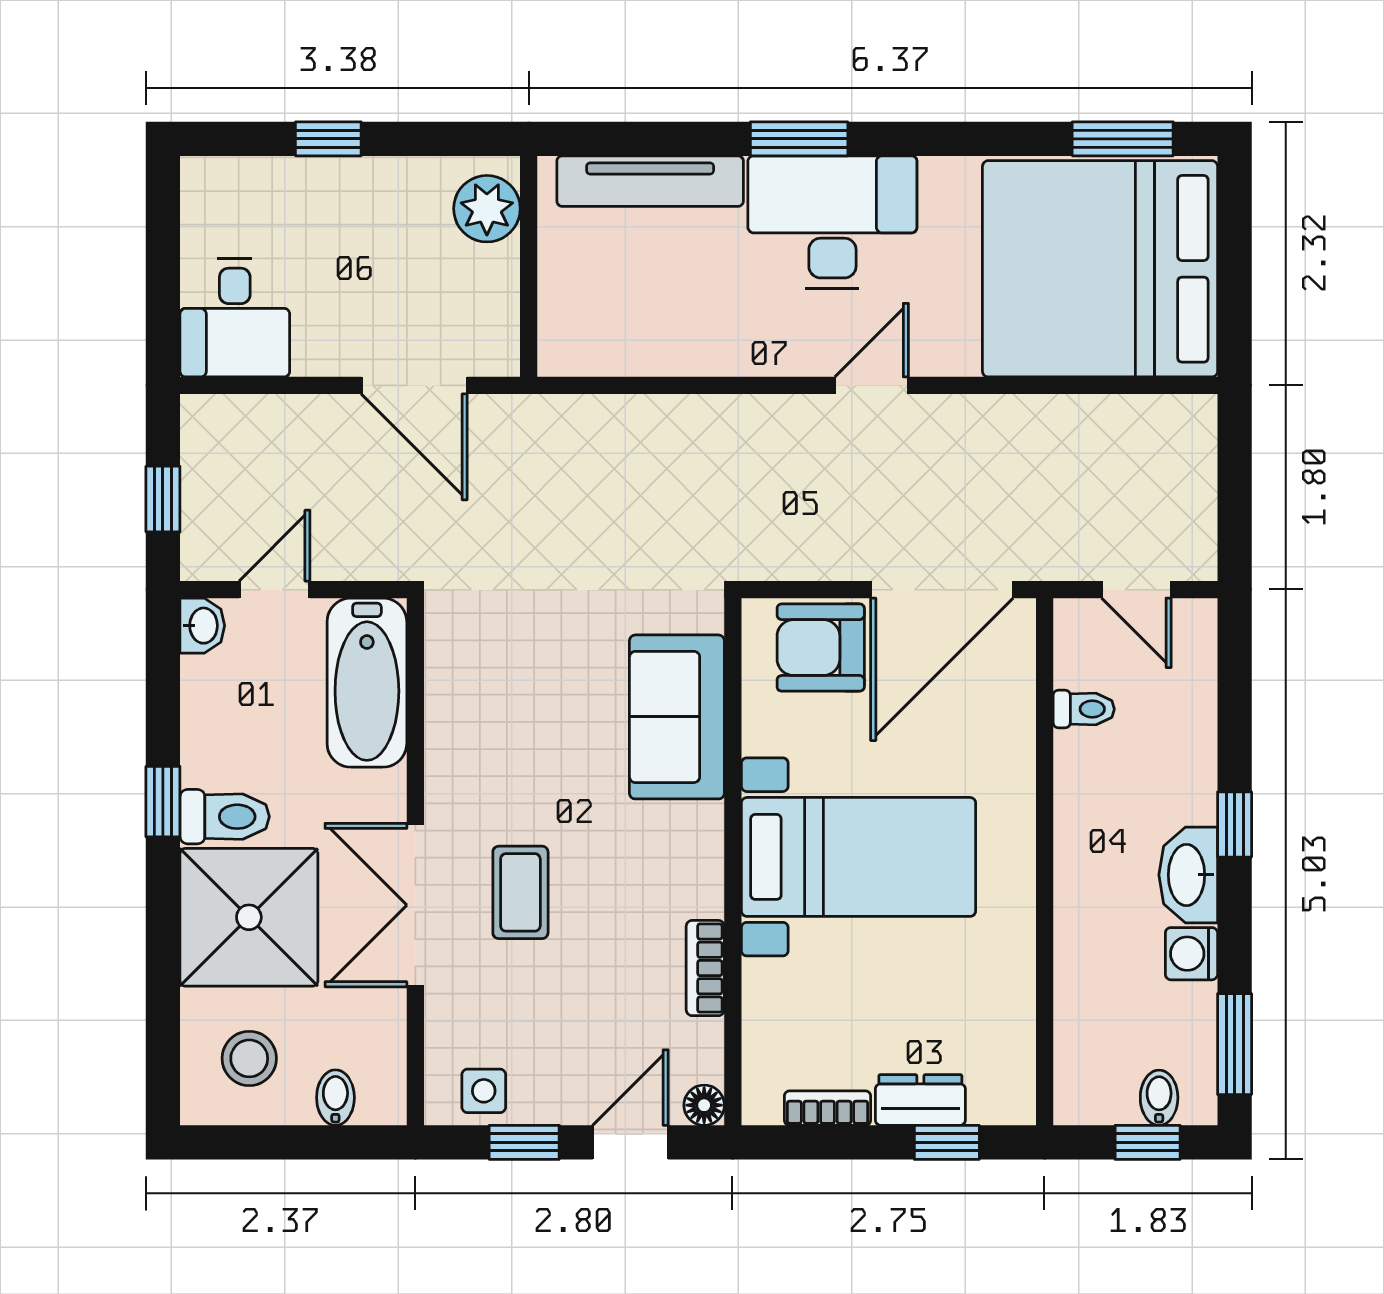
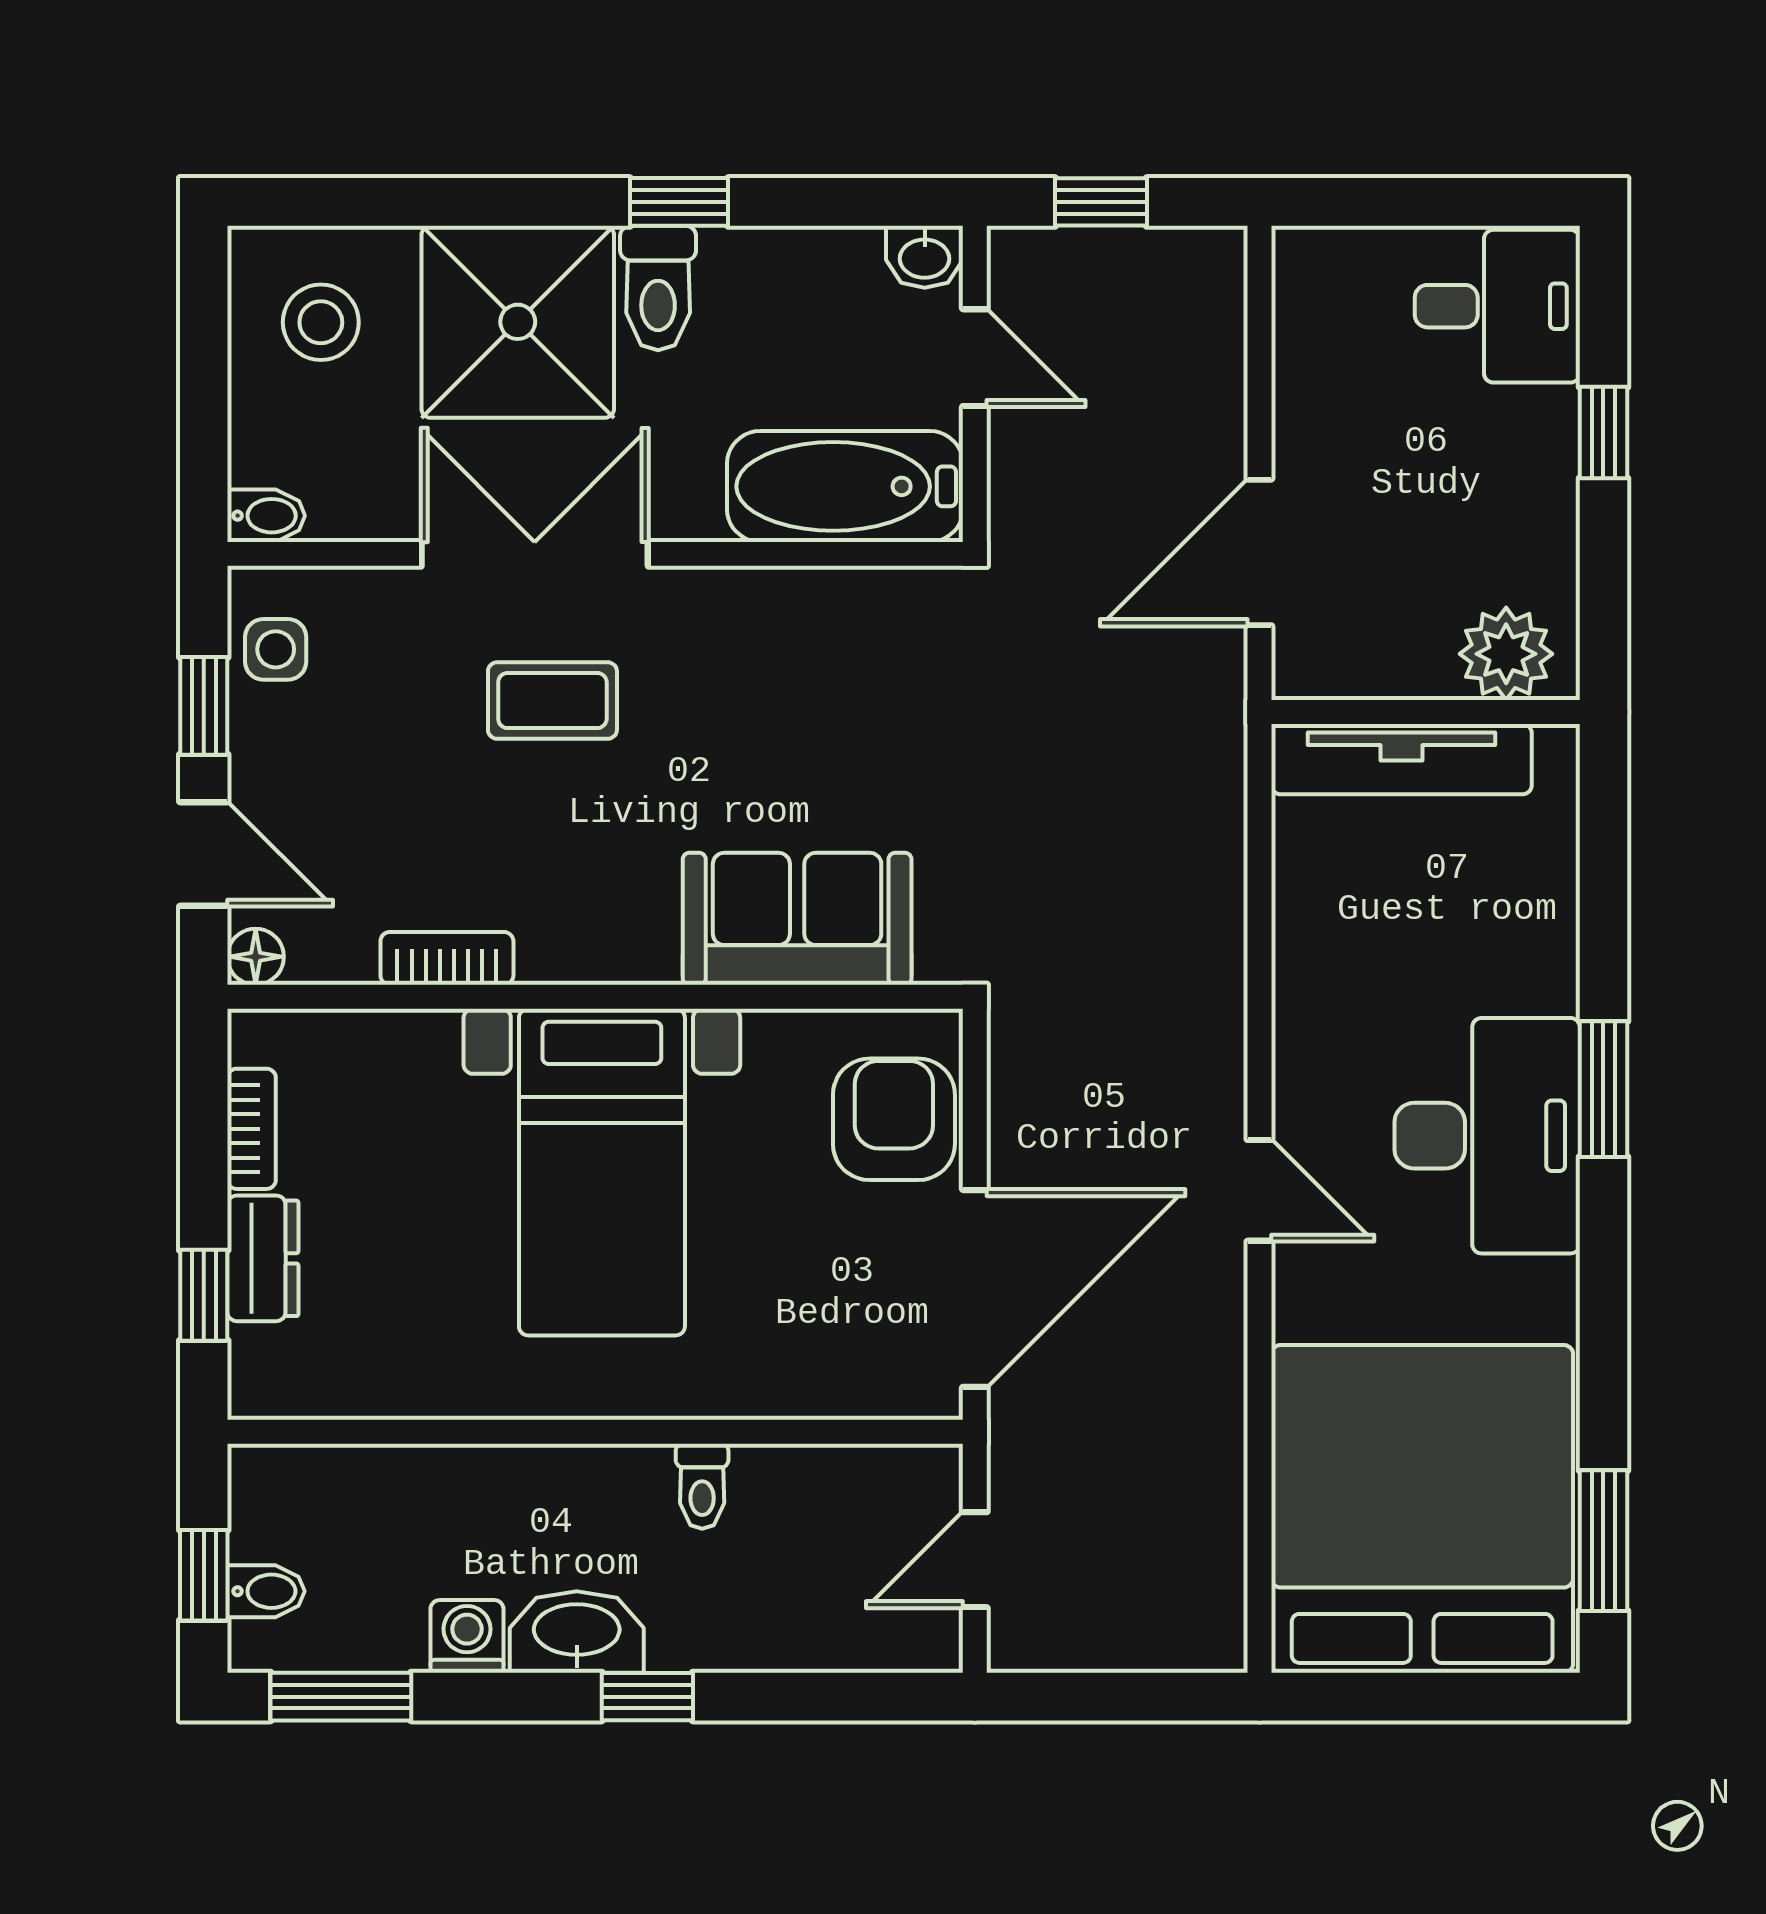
tv unit: (650, 181) -> (1401, 759), moved, turned -90
desk: (235, 318) -> (1497, 306), moved, turned 180
door: (942, 590) -> (975, 1288), swing flipped
toilet: (1084, 709) -> (702, 1486), moved
bidet: (335, 1098) -> (266, 516), moved

